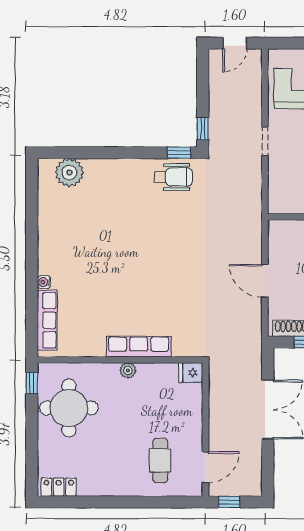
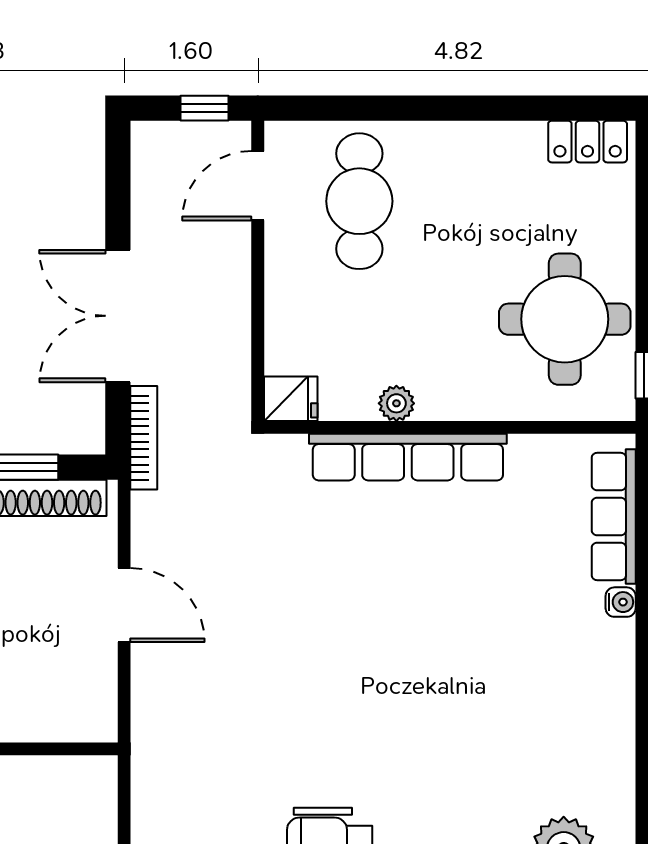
row of seats: (139, 347) -> (408, 457), width x1.36
bookcase: (256, 355) -> (144, 438), added
plant: (128, 371) -> (396, 403), moved
cafe table: (160, 461) -> (359, 201), width x1.37, depth x1.35

